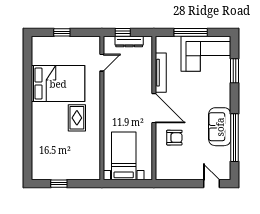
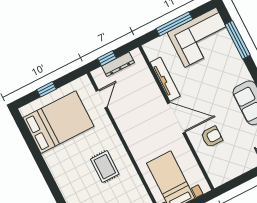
window: (235, 71) -> (238, 40), width x1.44
bed: (58, 84) -> (58, 122), moved

